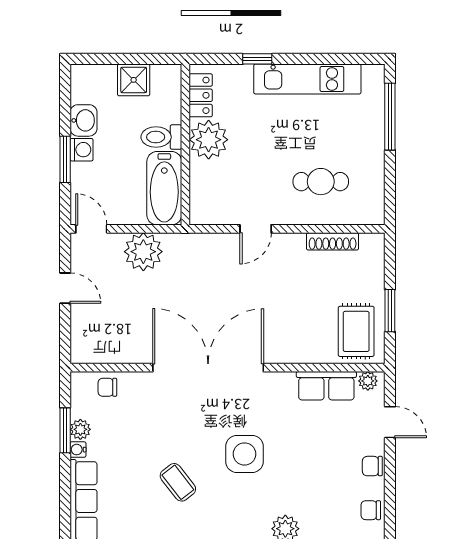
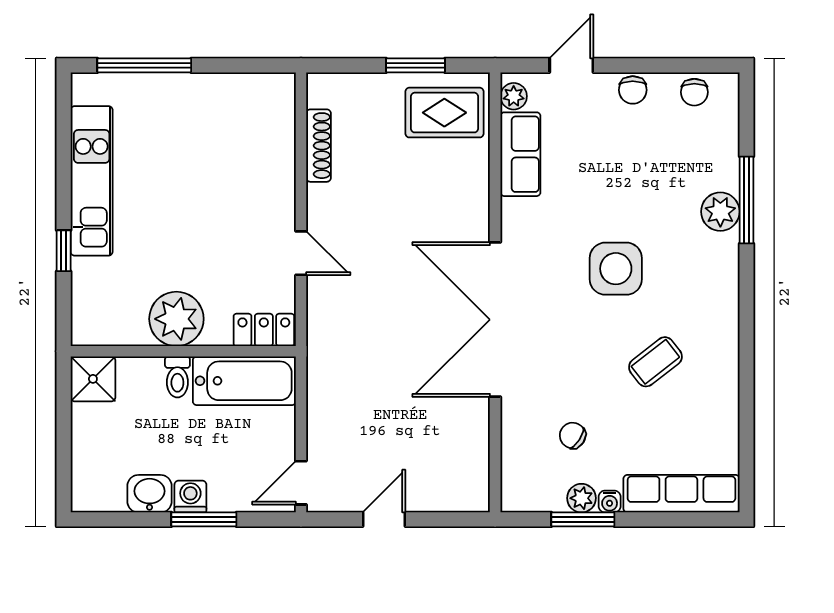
shower: (134, 80) -> (93, 379), moved
locker: (201, 95) -> (264, 330), moved
toilet: (161, 137) -> (177, 377), width x0.73, depth x0.72
cafe table: (321, 182) -> (235, 162), removed
plant: (143, 252) -> (333, 410), removed
chair: (107, 387) -> (573, 435), moved, turned 123

